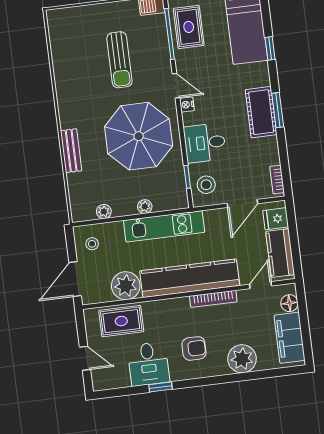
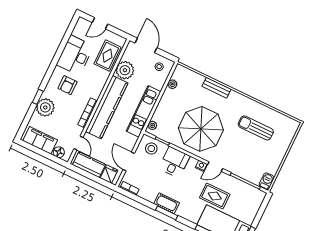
rug: (189, 27) -> (215, 196), moved
sun lounger: (119, 60) -> (256, 128), moved
cot: (261, 112) -> (167, 203), width x0.73, depth x0.75
plant: (145, 207) -> (152, 125), moved
desk: (148, 364) -> (75, 55), width x1.37
window: (160, 387) -> (38, 97), moved

